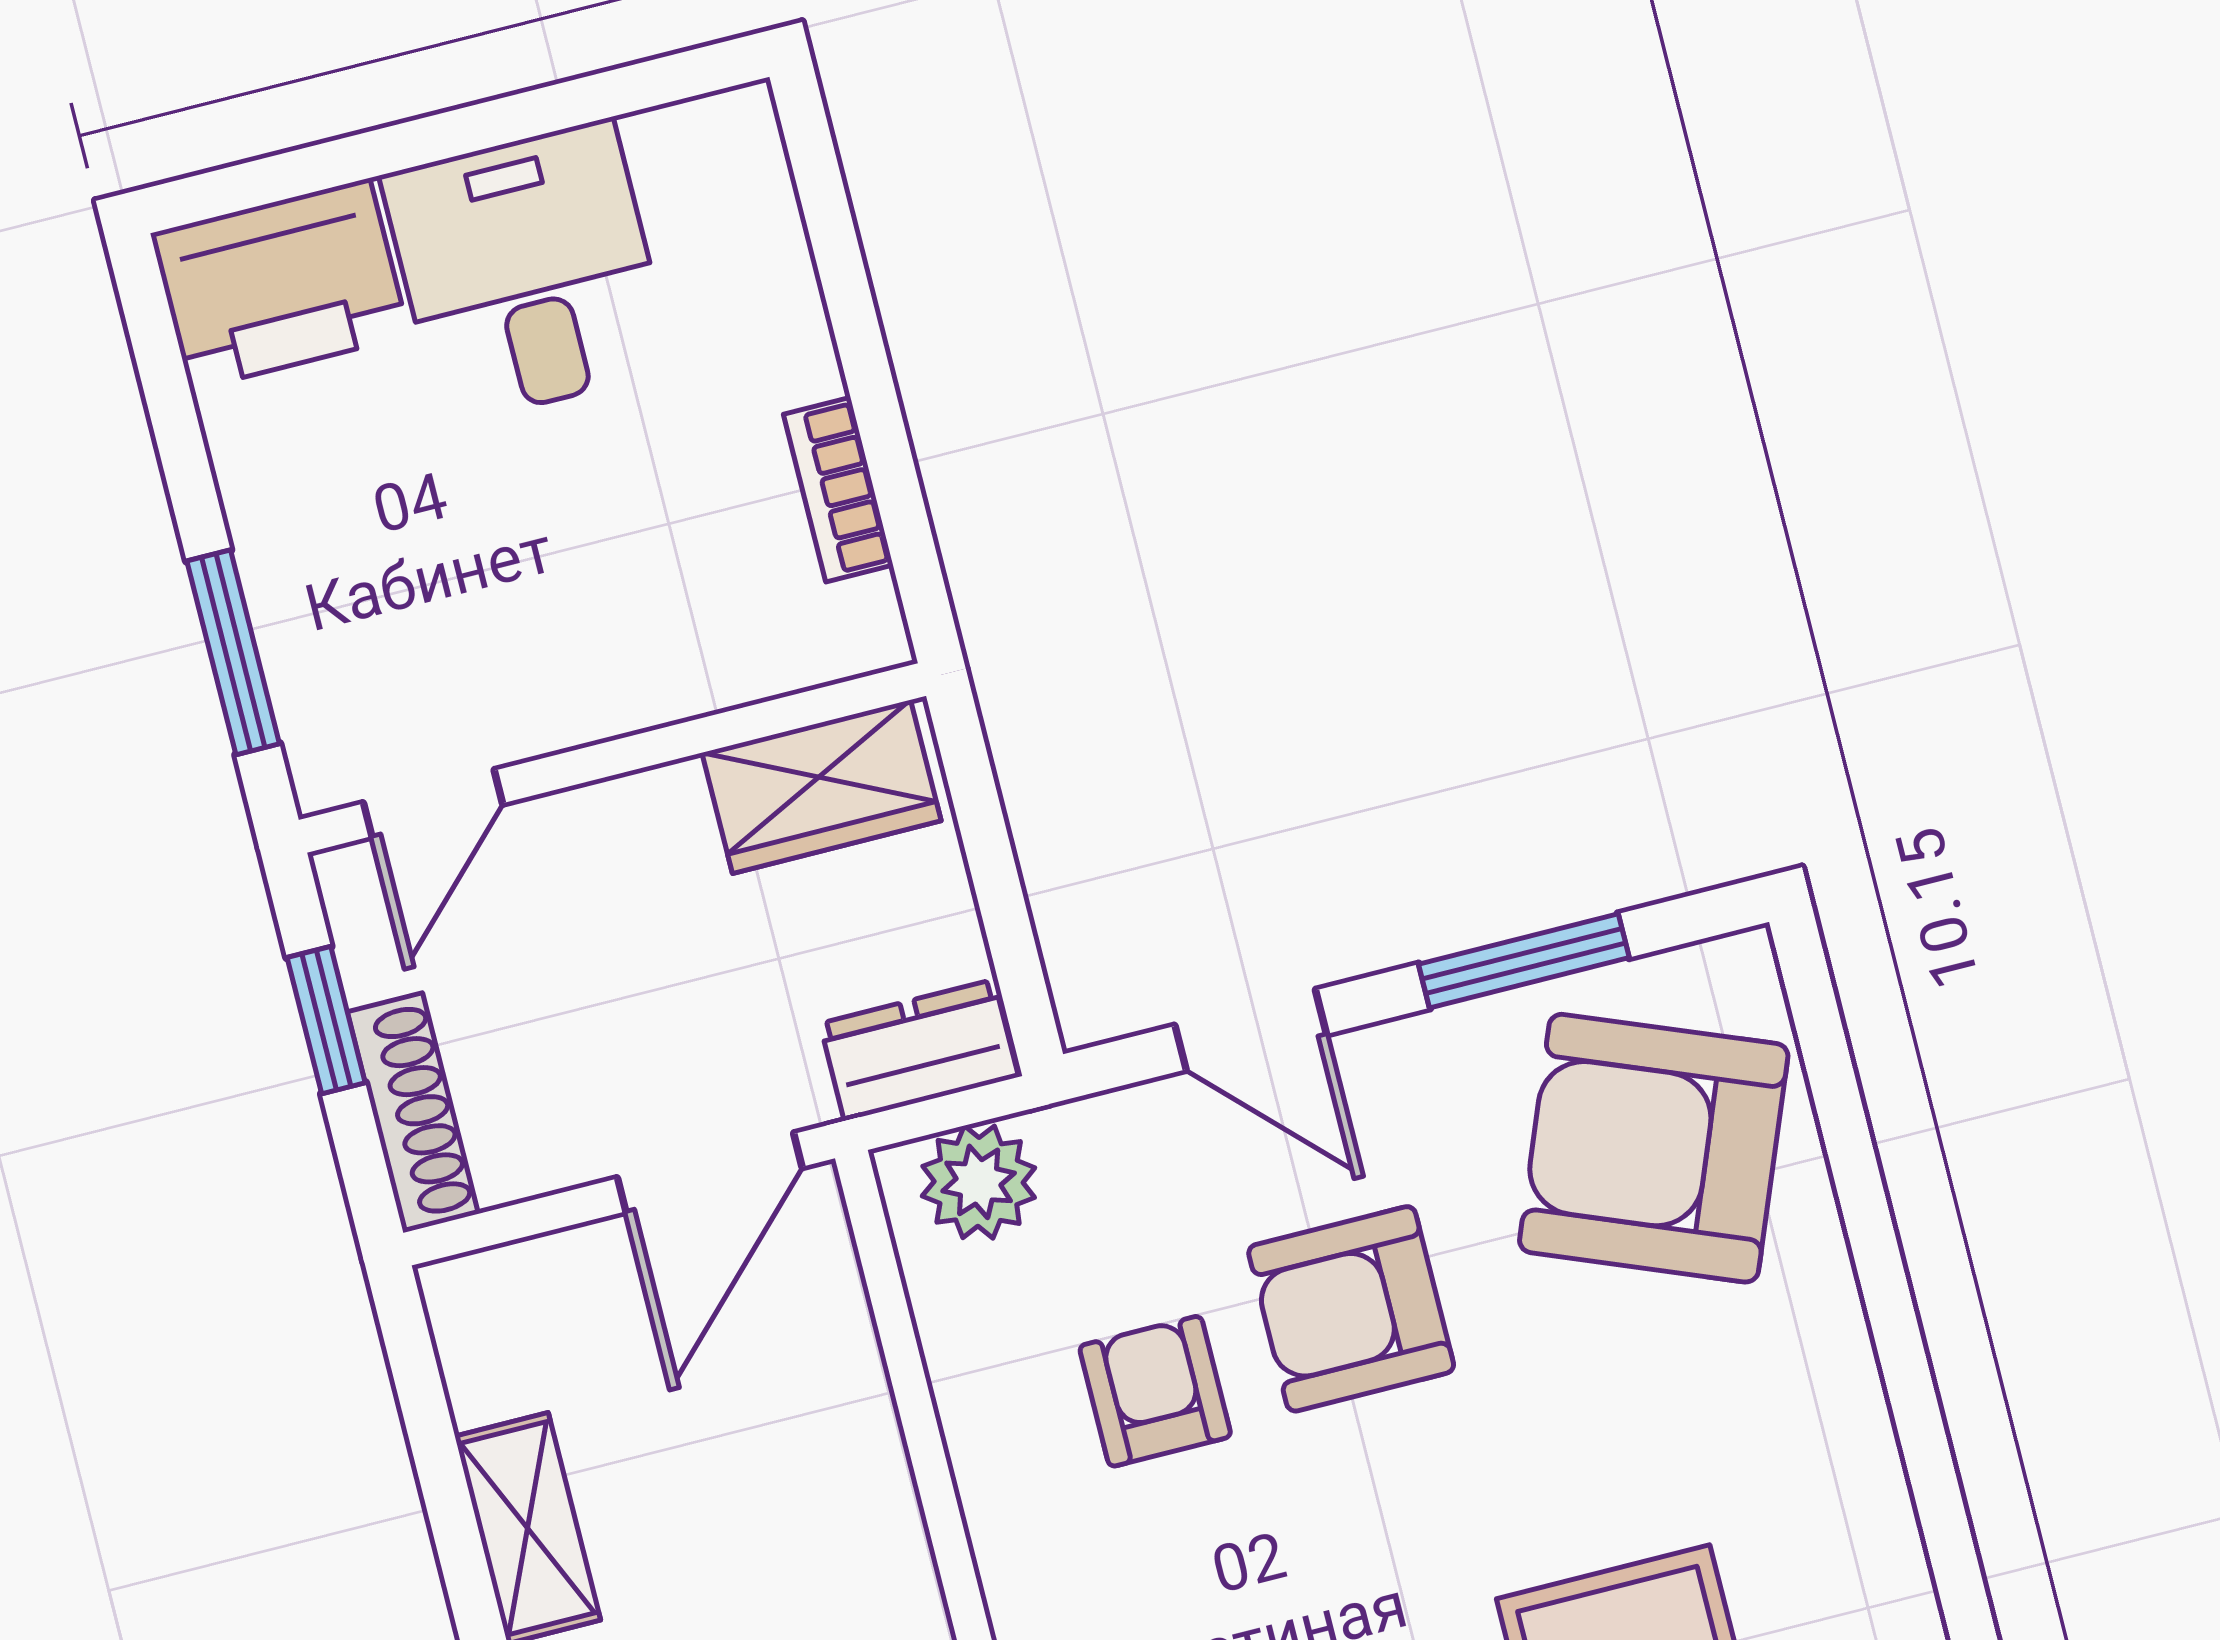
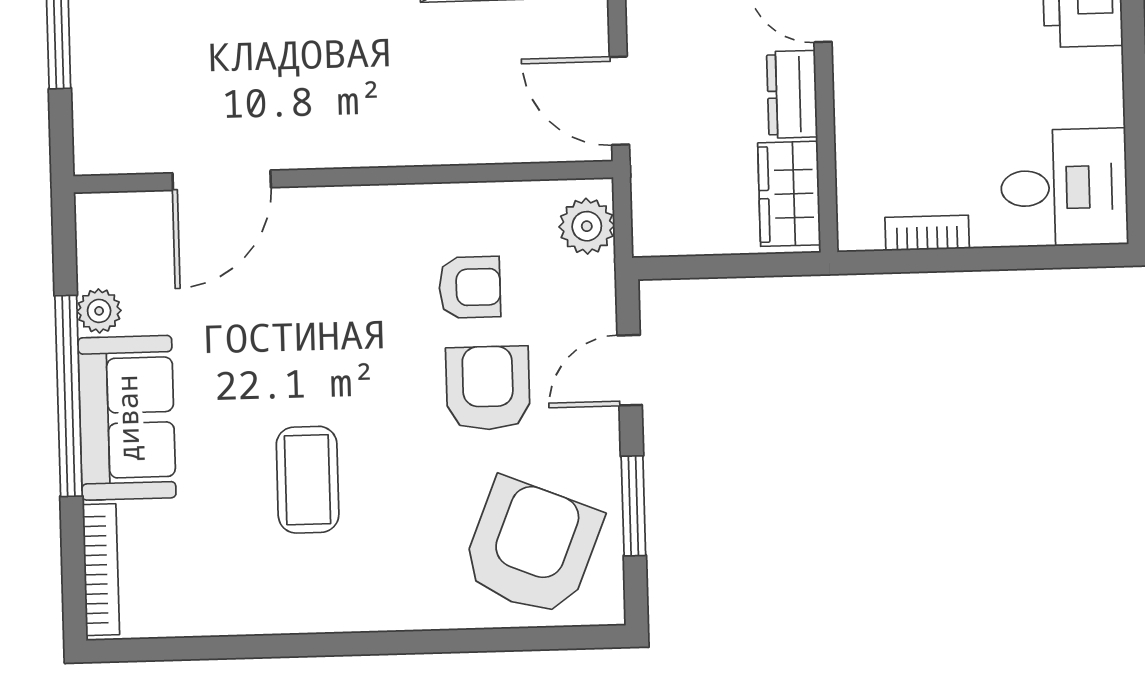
desk: (528, 272) -> (1064, 188), moved
dresser: (919, 1050) -> (792, 94), moved, turned 180

